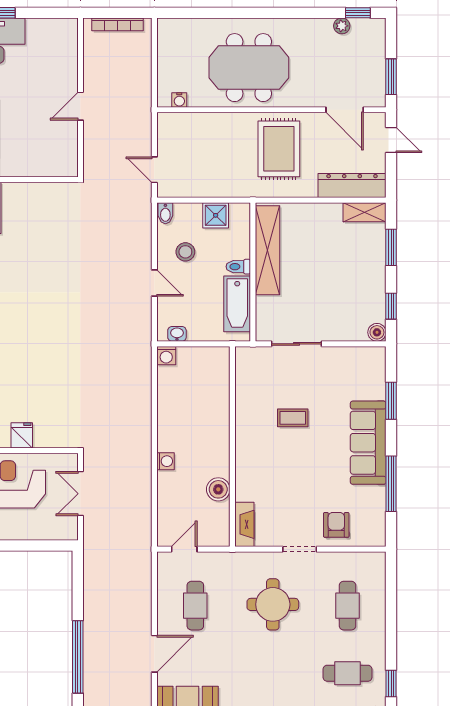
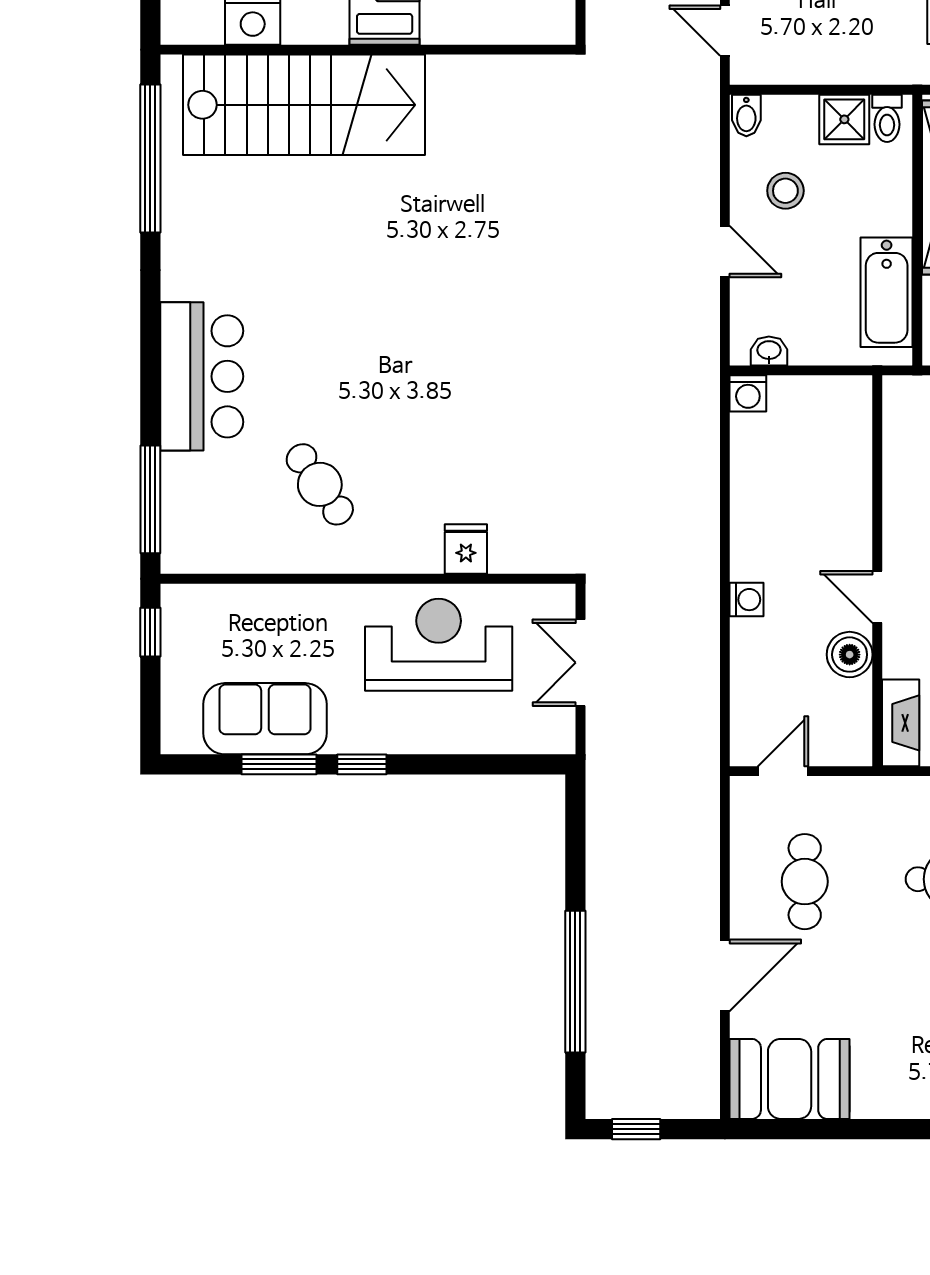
toilet: (238, 267) -> (887, 118), moved, turned -90
door: (232, 460) -> (877, 597), added

